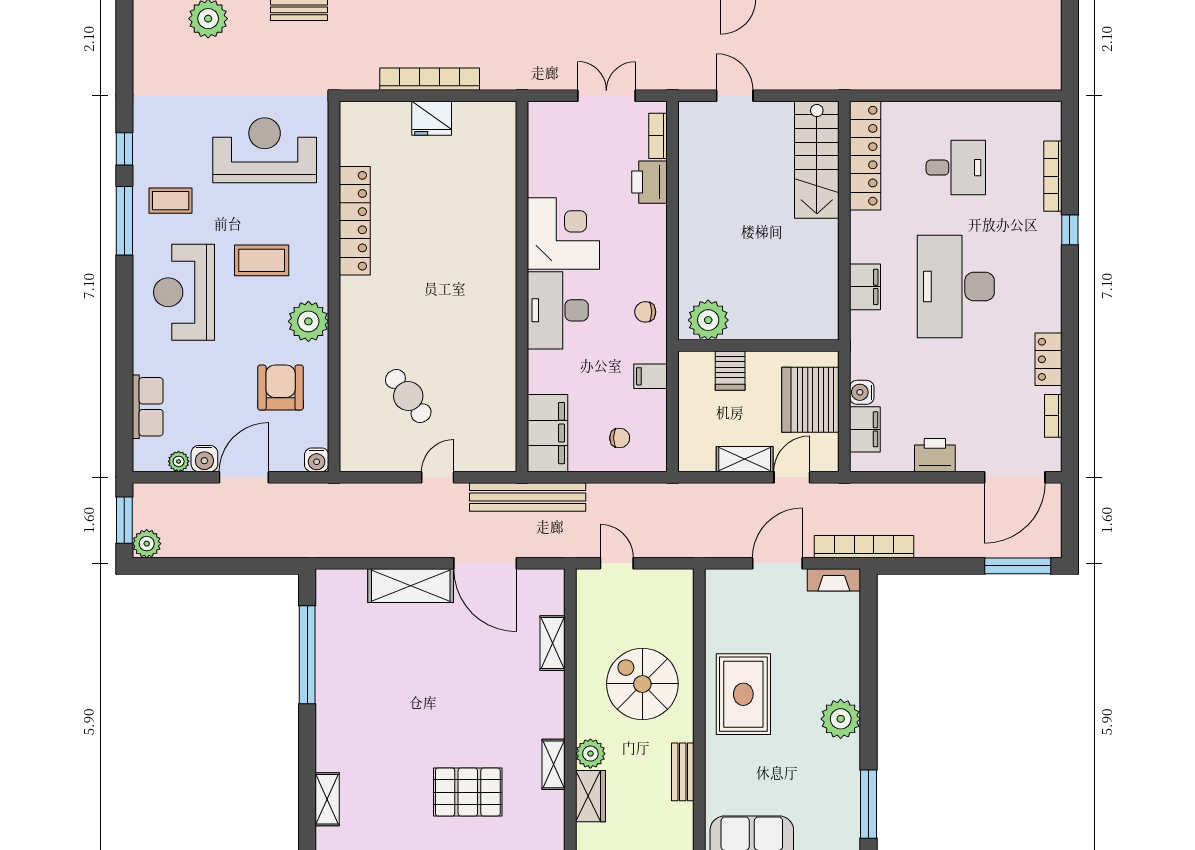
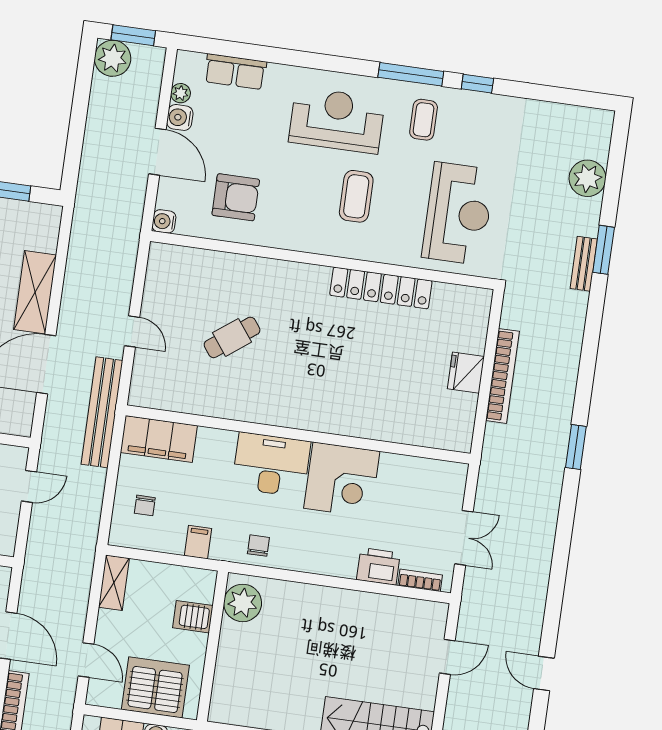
plant: (308, 321) -> (294, 232), removed
cafe table: (408, 396) -> (232, 337), moved
shelving: (745, 459) -> (114, 583), moved
plant: (147, 544) -> (113, 58), width x1.36, depth x1.36

